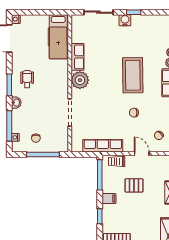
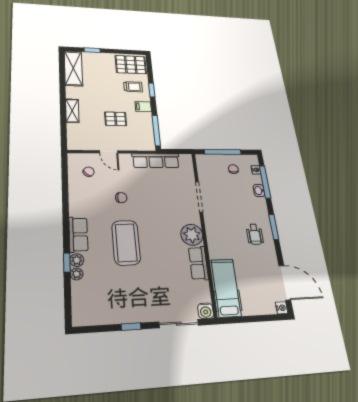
water cooler: (125, 20) -> (206, 311), moved
washbasin: (16, 103) -> (259, 191), moved
trolley: (117, 161) -> (133, 87), moved

